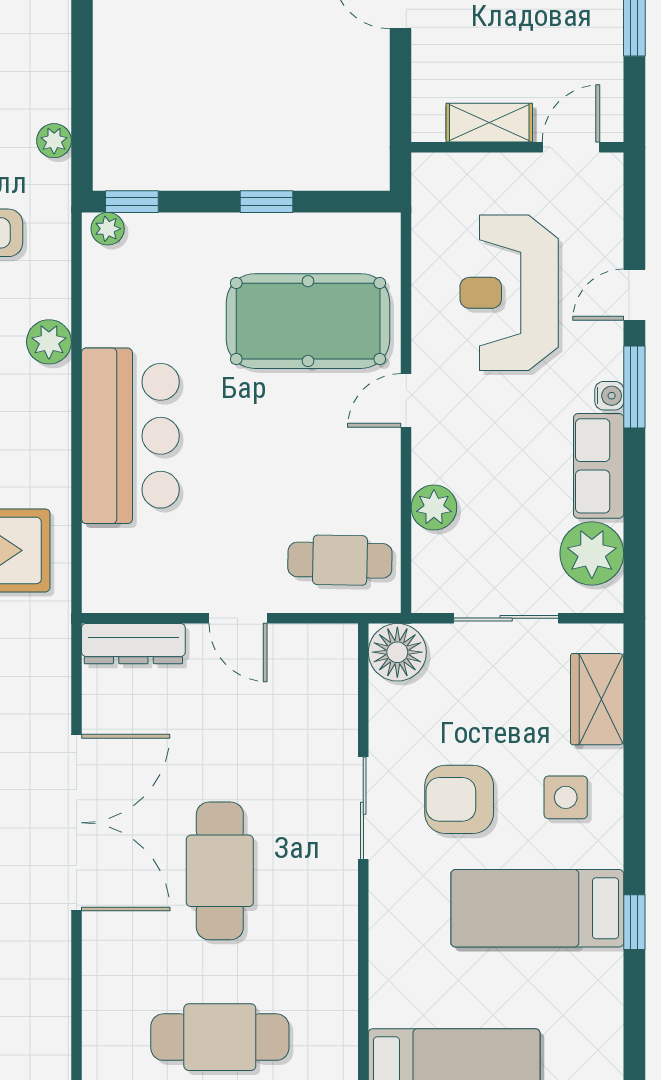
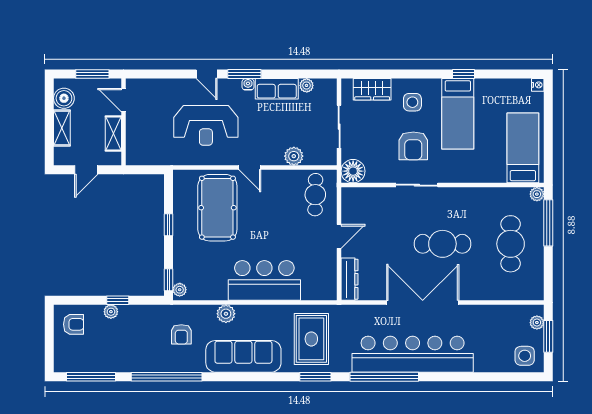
window: (82, 78) -> (118, 300), added
shelving: (489, 123) -> (113, 134), moved
plant: (54, 141) -> (111, 312), moved
wall: (517, 147) -> (123, 122), moved
door: (571, 147) -> (123, 100), moved
plant: (592, 553) -> (307, 85), width x0.53, depth x0.53

